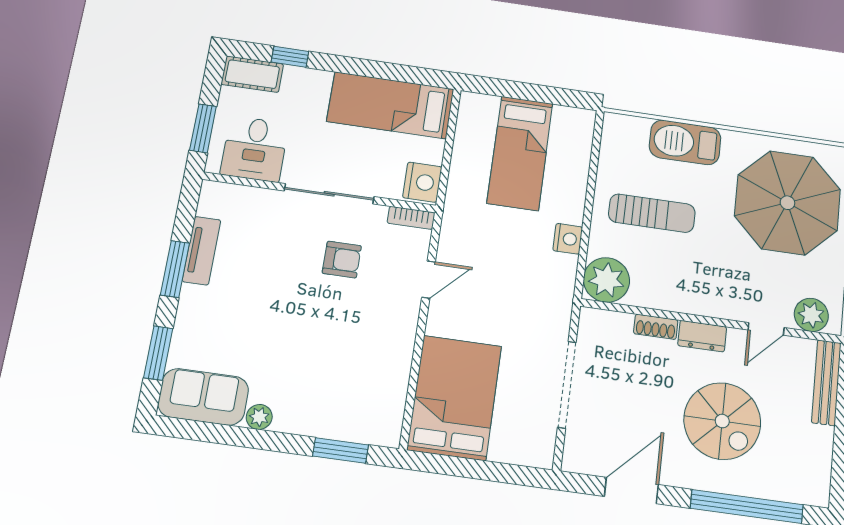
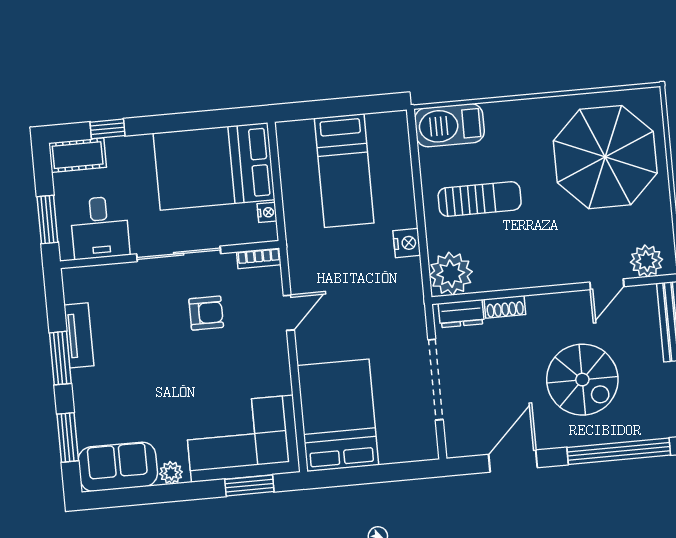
bed: (390, 105) -> (214, 166), width x1.50
barbecue: (685, 142) -> (449, 125), moved
nightstand: (422, 182) -> (267, 212), width x0.53, depth x0.56
dresser: (702, 336) -> (461, 314), moved
corner sofa: (346, 398) -> (242, 439), added

